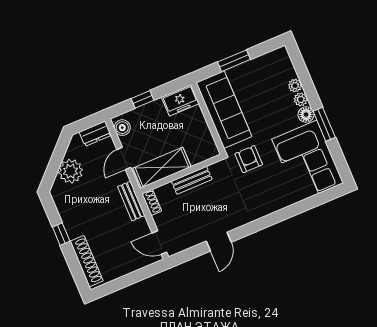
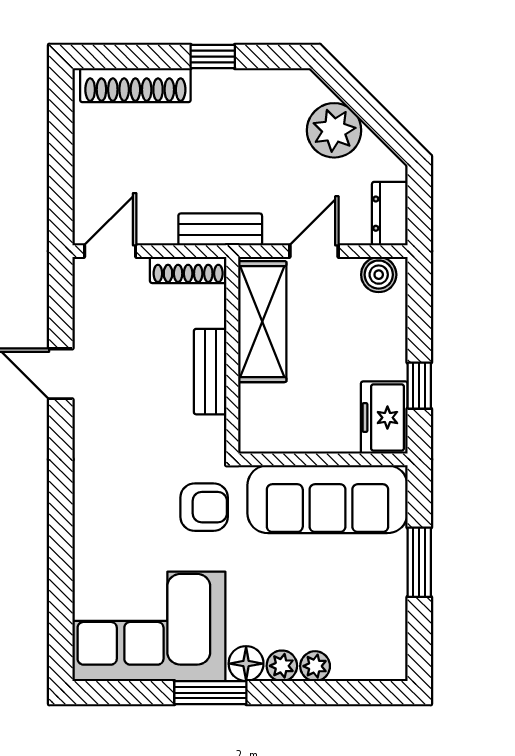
window: (143, 99) -> (419, 386), moved
door: (124, 158) -> (314, 251), hinge flipped
shoe rack: (152, 202) -> (188, 270), width x1.43

